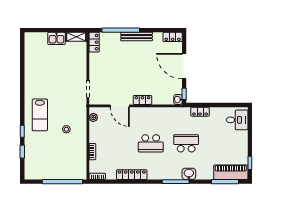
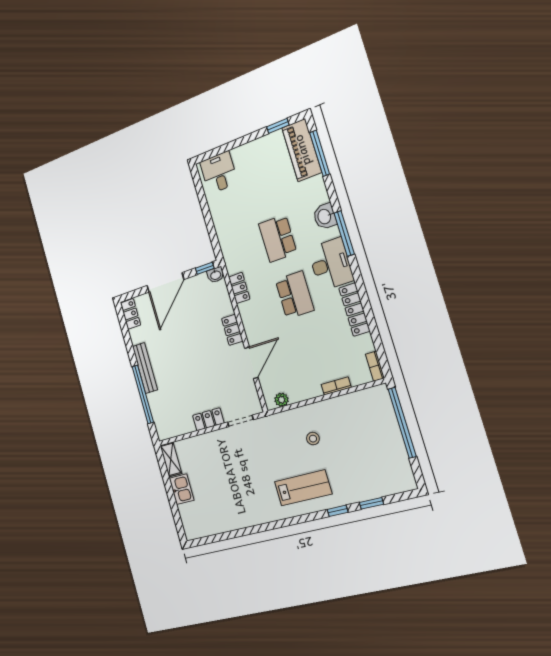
locker: (94, 42) -> (208, 419), moved
locker: (200, 112) -> (239, 288), moved
desk: (161, 169) -> (331, 264), added

